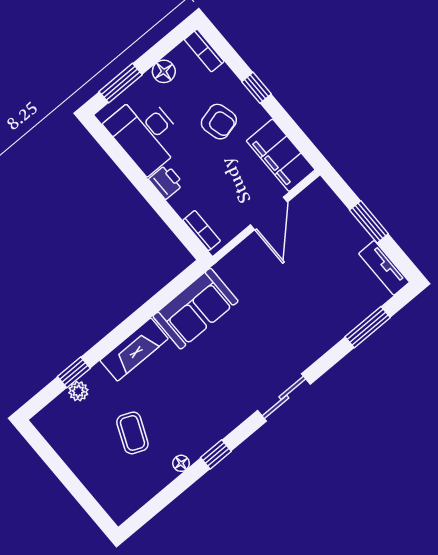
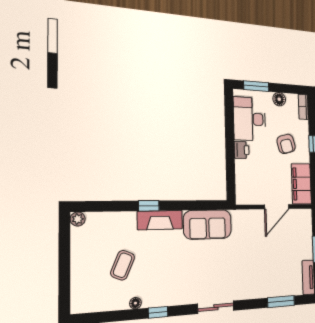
bookcase: (202, 231) -> (240, 188), removed
window: (74, 372) -> (149, 206), moved
plant: (78, 391) -> (78, 219), moved

